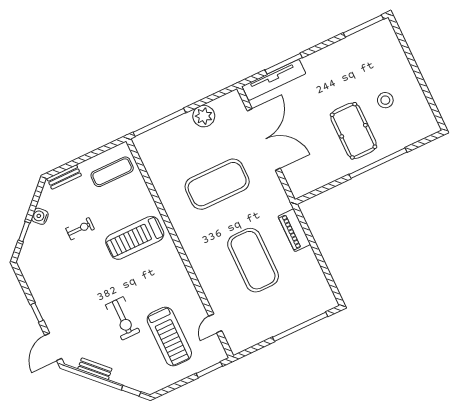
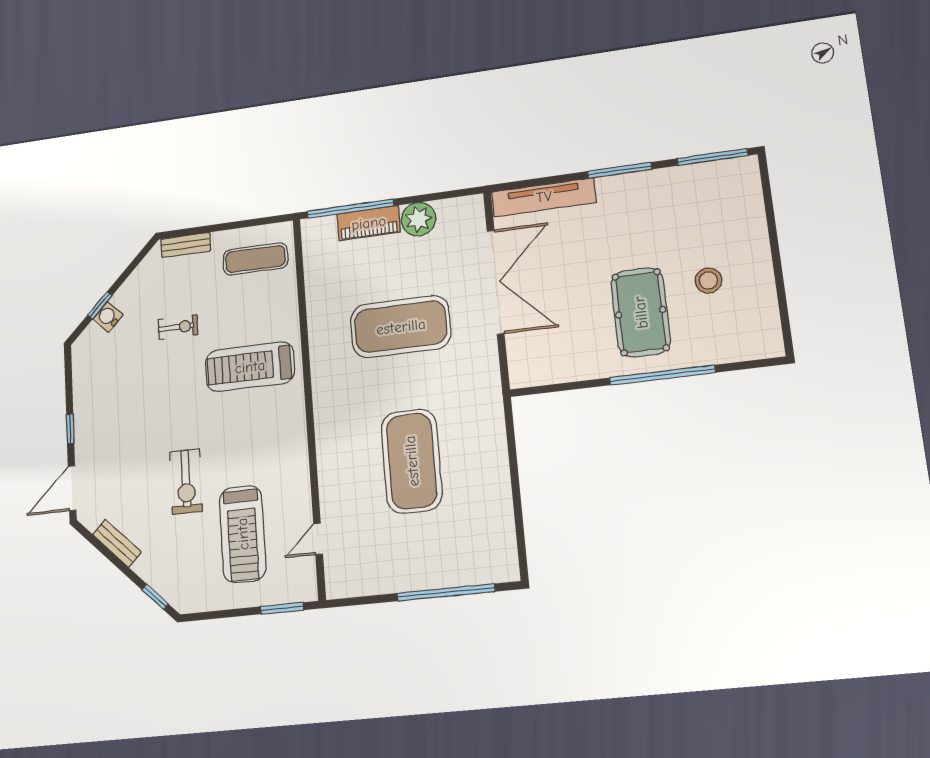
window: (284, 64) -> (620, 170), moved
water cooler: (40, 216) -> (108, 317), moved
piano: (294, 230) -> (369, 223), moved, turned -90

